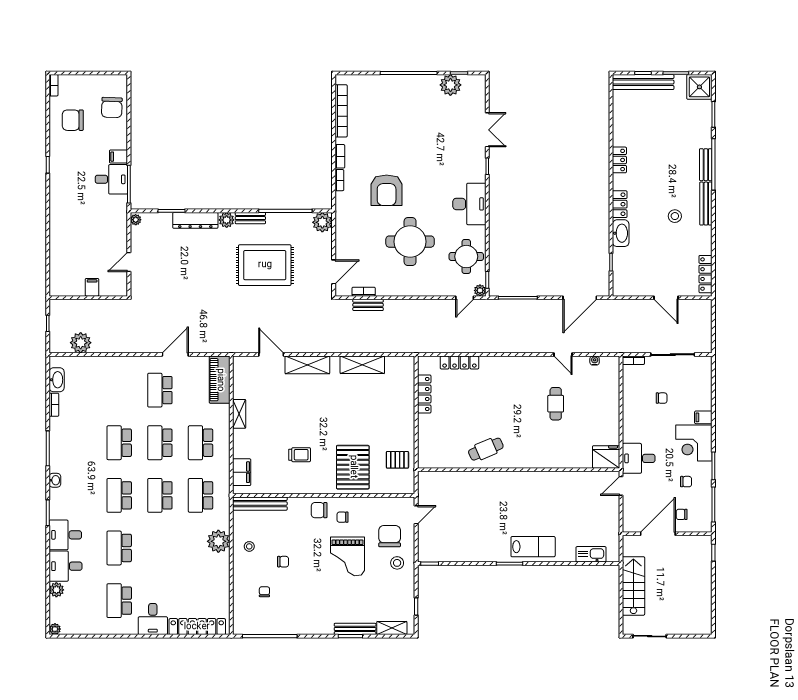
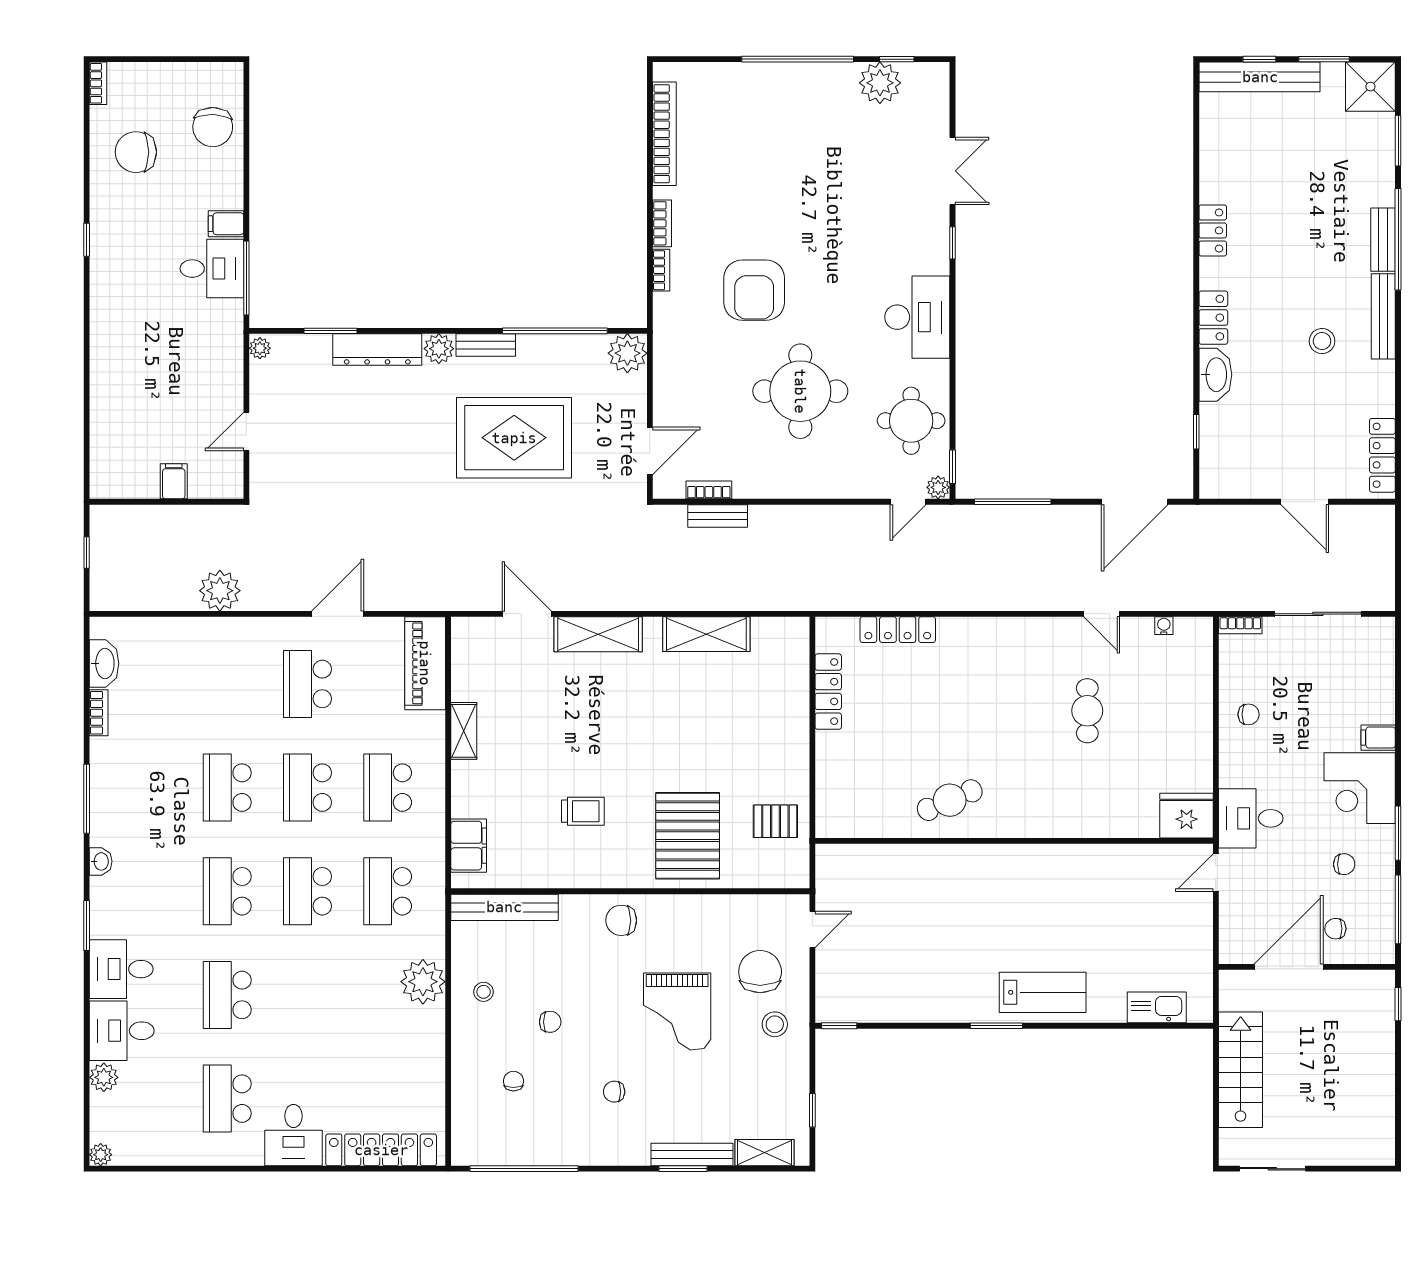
plant: (81, 343) -> (220, 591), moved
chair: (662, 398) -> (1249, 714), moved
chair: (343, 517) -> (614, 1092), moved

